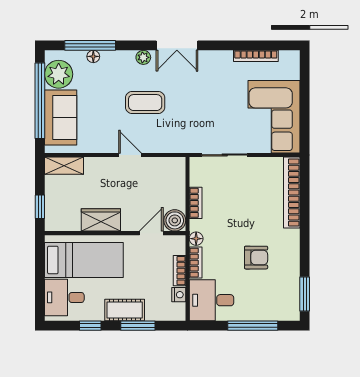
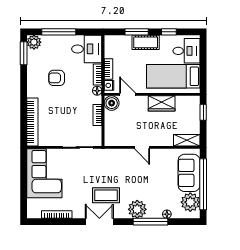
window: (90, 45) -> (151, 222), moved
double door: (177, 45) -> (99, 222), moved
plant: (143, 57) -> (137, 209), width x1.88, depth x1.88
coffee table: (145, 103) -> (106, 195), moved
door: (151, 233) -> (128, 94), swing flipped
nightstand: (179, 295) -> (109, 85), moved
plant: (289, 310) -> (34, 42), added

